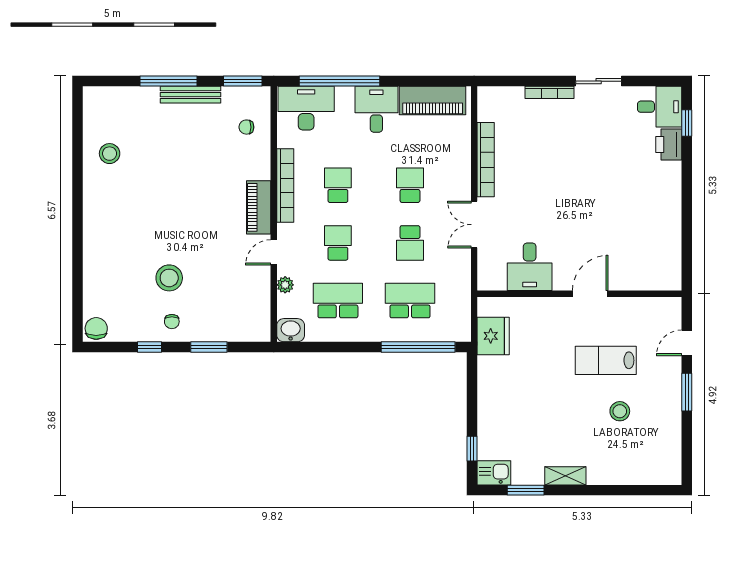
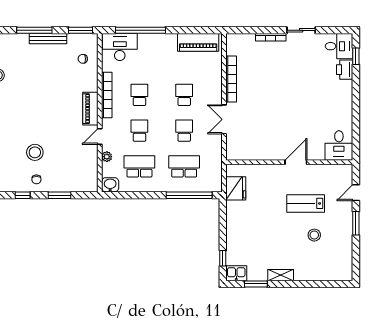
desk: (376, 109) -> (163, 48), removed
school desk: (410, 243) -> (184, 131), turned 180
desk: (530, 267) -> (339, 145), moved

